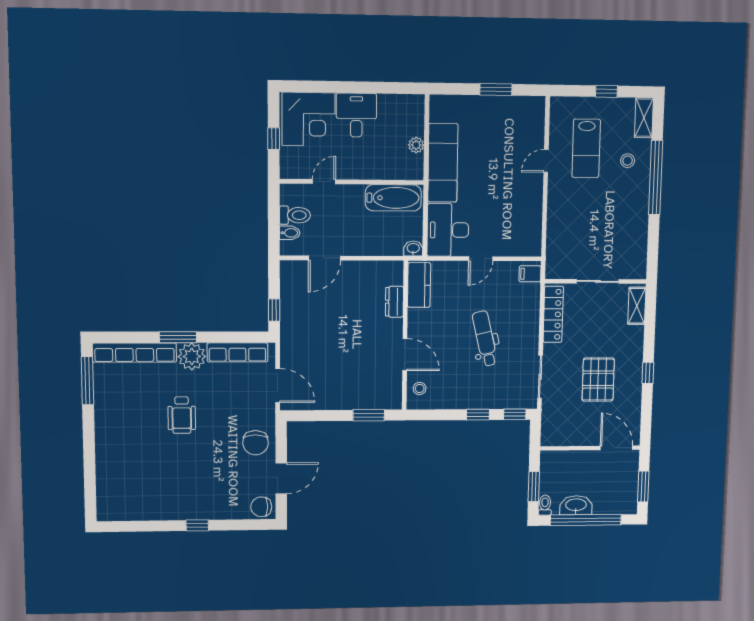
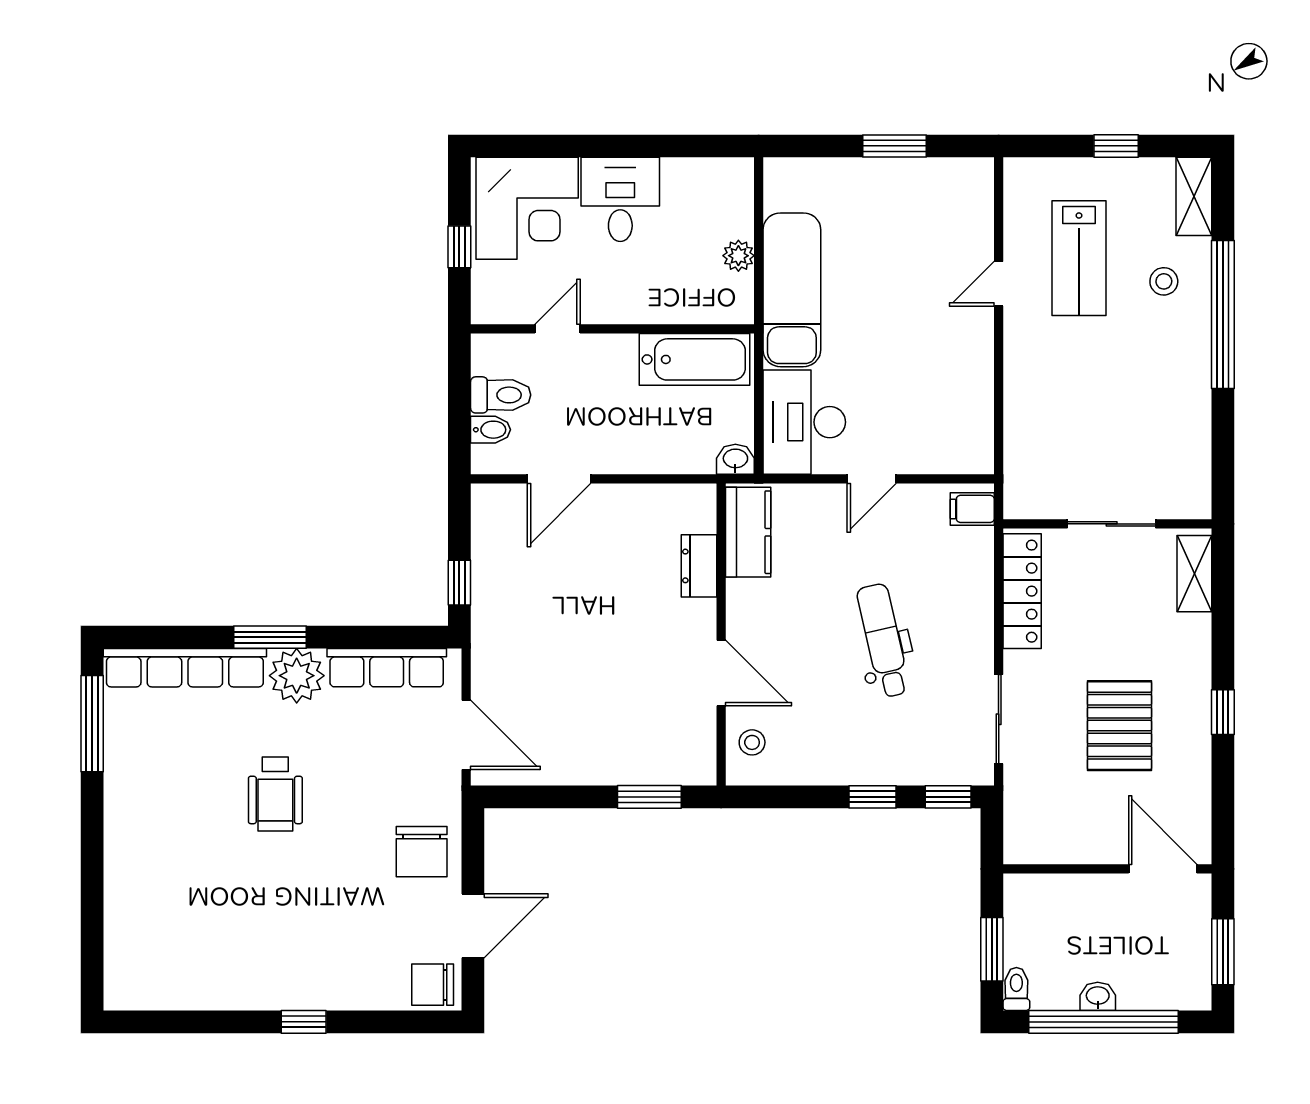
washbasin: (576, 505) -> (1098, 996), width x0.52, depth x0.69

